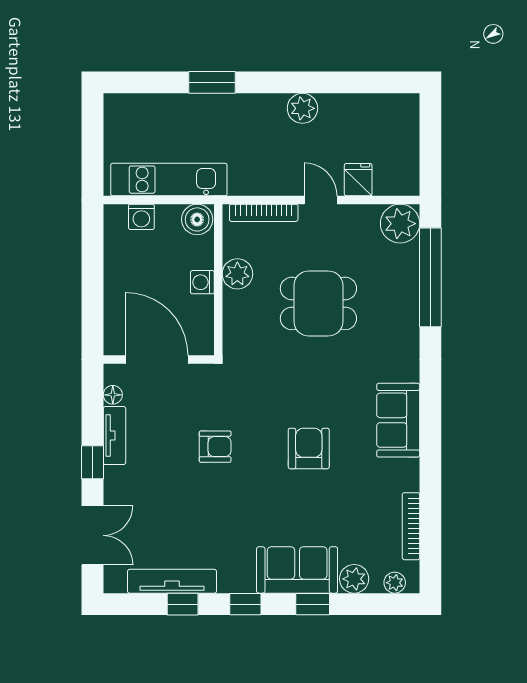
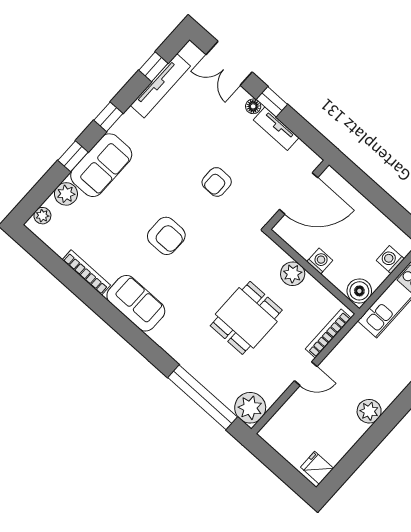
fridge: (358, 180) -> (317, 468), moved, turned 180
plant: (237, 274) -> (293, 274), moved
floor lamp: (113, 395) -> (253, 106), moved
bookcase: (411, 526) -> (86, 272), moved
window: (183, 604) -> (153, 67), moved

